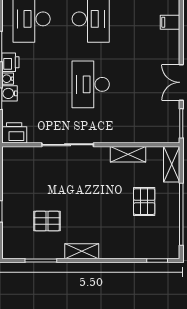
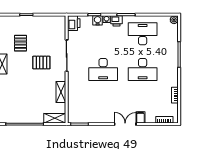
double door: (181, 82) -> (125, 124), moved
desk: (91, 84) -> (103, 69), turned 180
pallet: (144, 202) -> (41, 63), moved

